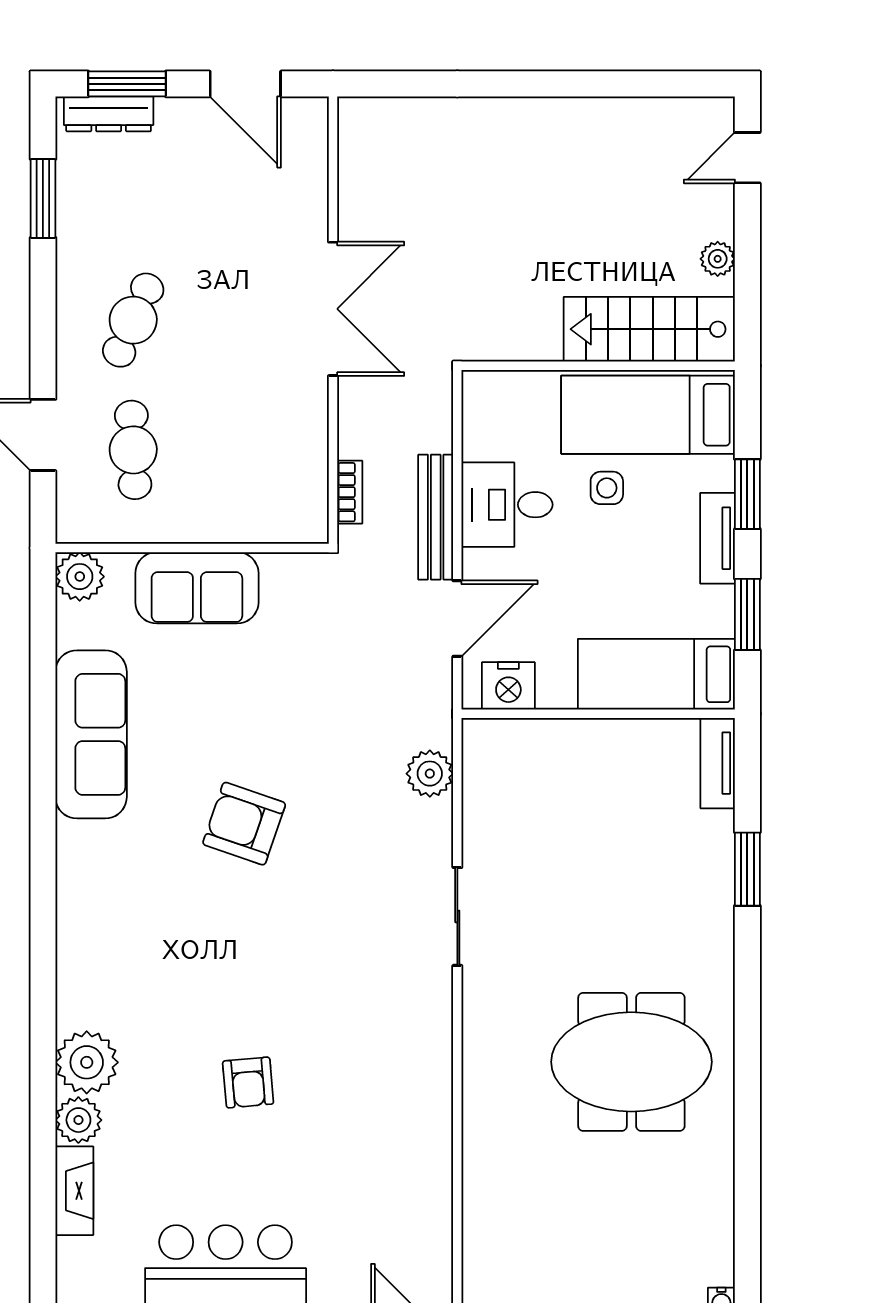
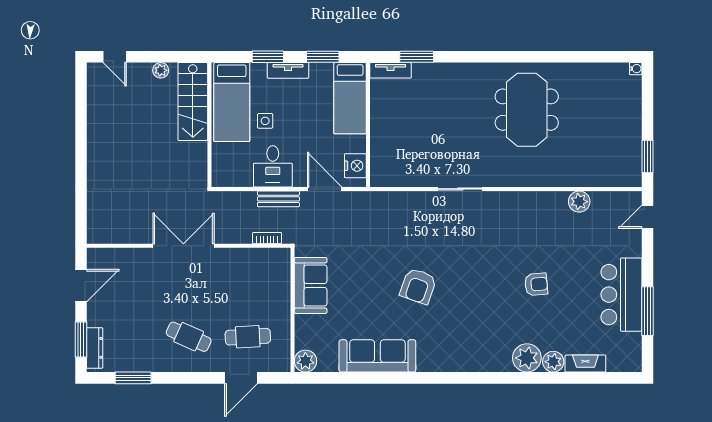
bench: (436, 517) -> (278, 199), width x0.73
sofa: (197, 588) -> (311, 285), moved
plant: (430, 774) -> (579, 202), moved
window: (747, 869) -> (417, 57), moved

